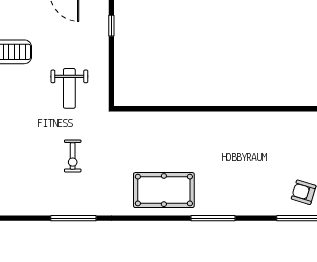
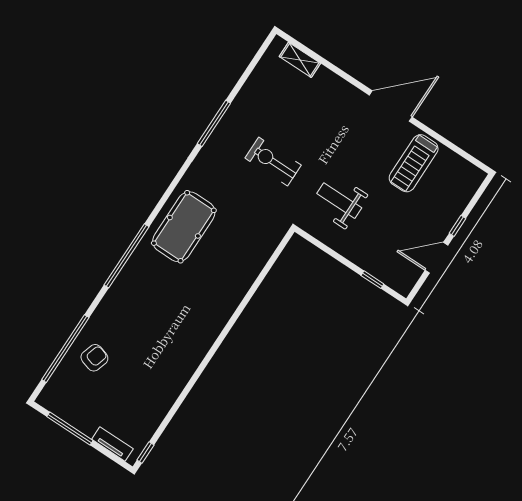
exercise bike: (73, 156) -> (273, 162), width x1.38, depth x1.39
window: (213, 218) -> (127, 256), width x1.46

